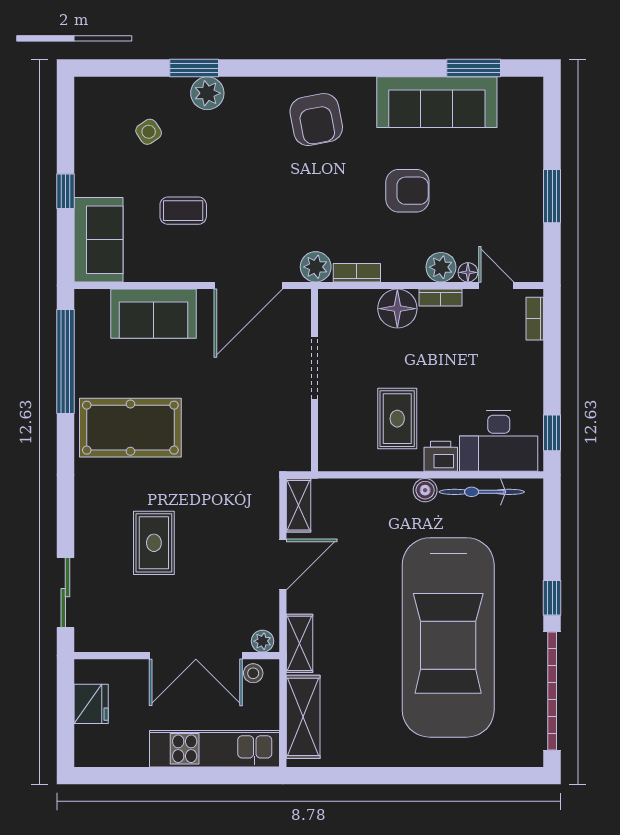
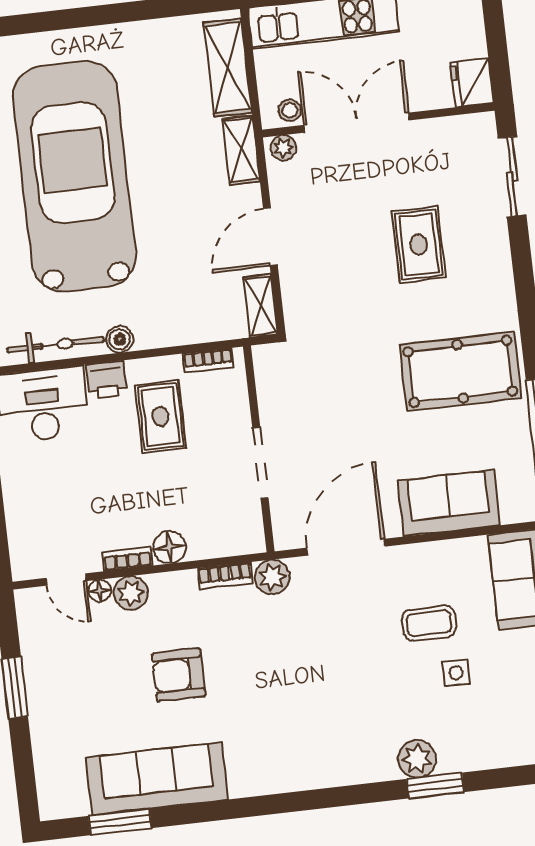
armchair: (316, 120) -> (291, 743), removed
side table: (149, 132) -> (456, 673), moved, turned 34
floor lamp: (397, 309) -> (169, 547), width x0.73, depth x0.73
bookcase: (535, 319) -> (208, 360), moved, turned 90
fridge: (91, 704) -> (472, 83), moved

